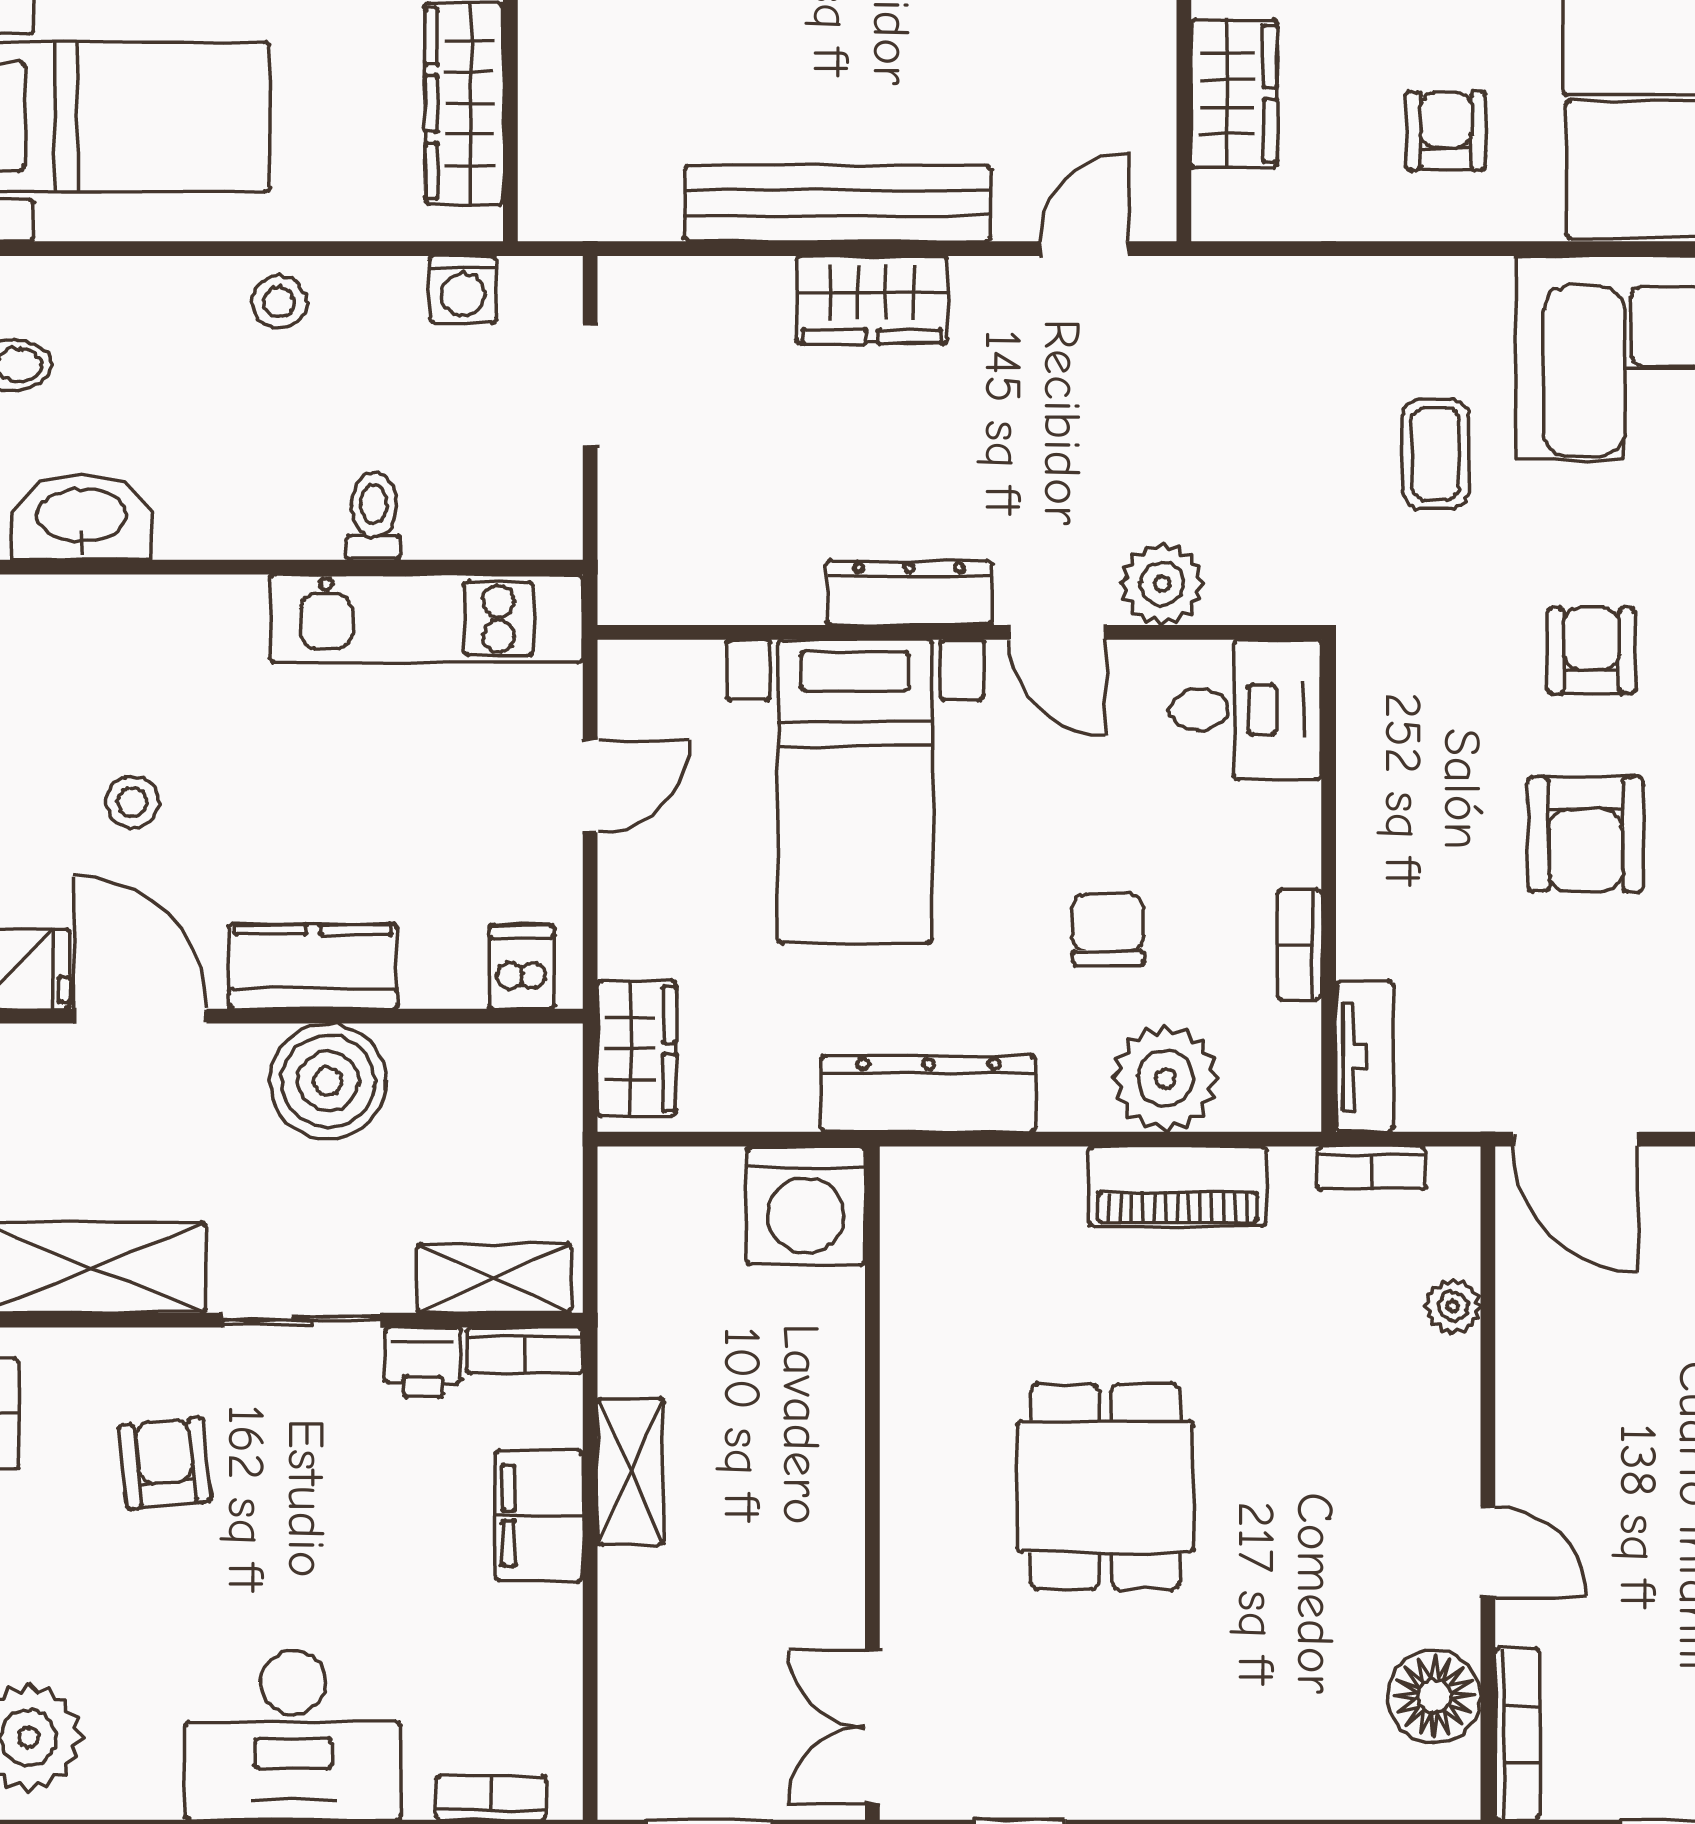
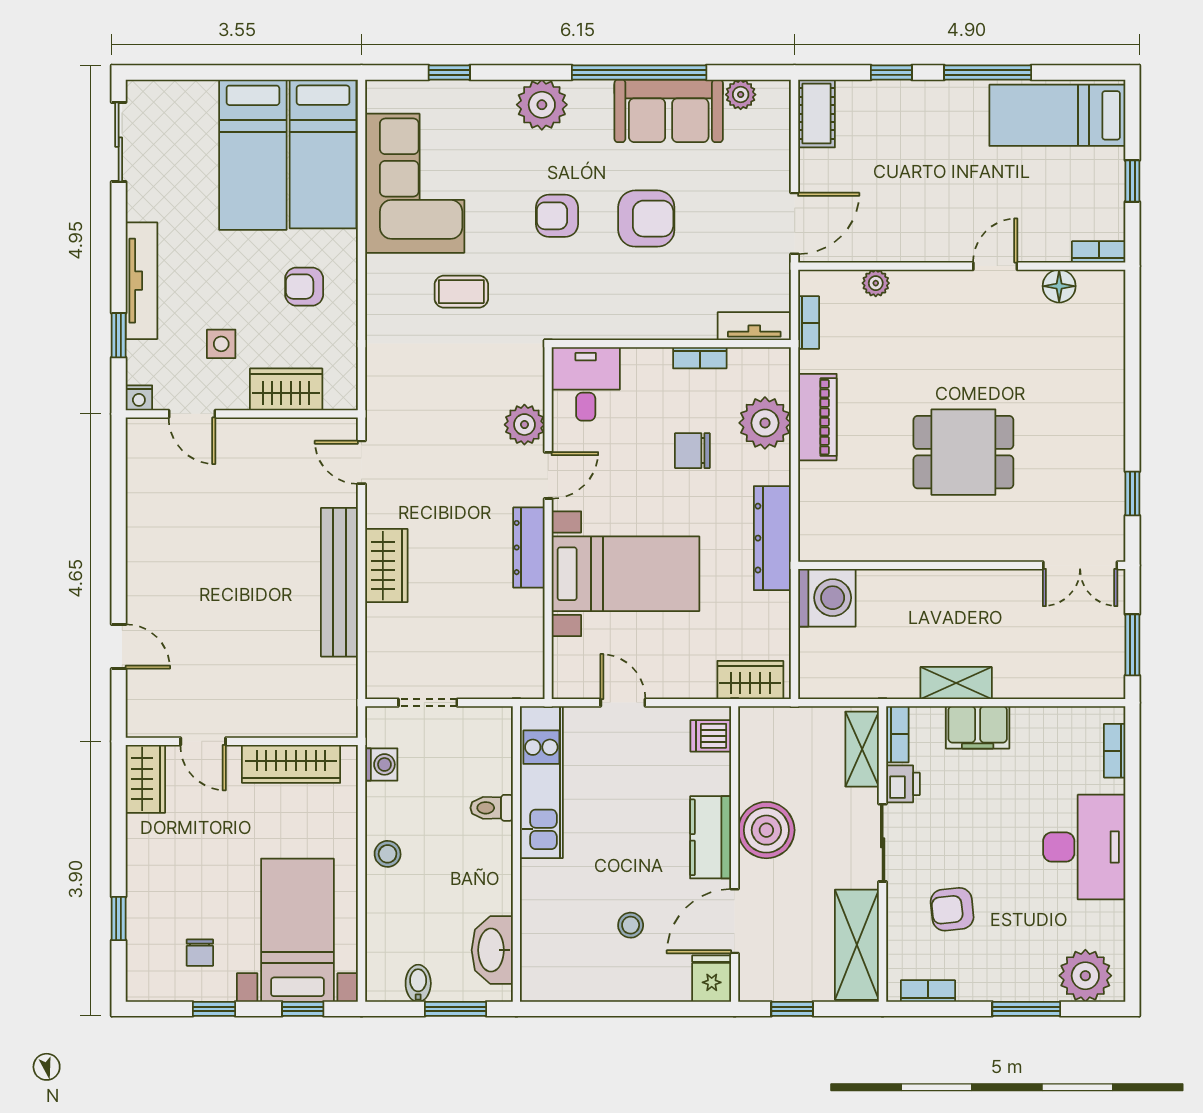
floor lamp: (1434, 1696) -> (1059, 286), width x0.73, depth x0.73
bookcase: (1517, 1734) -> (1099, 252), width x0.64

